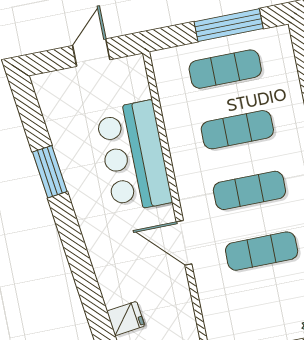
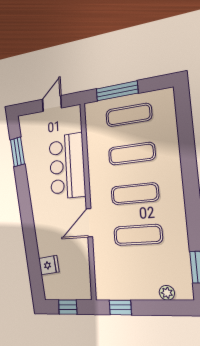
window: (229, 25) -> (117, 91), moved
window: (50, 172) -> (17, 152), moved
door: (184, 243) -> (89, 223), hinge flipped

